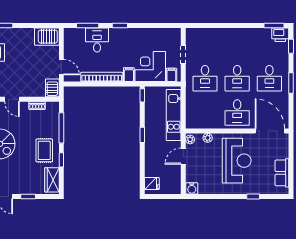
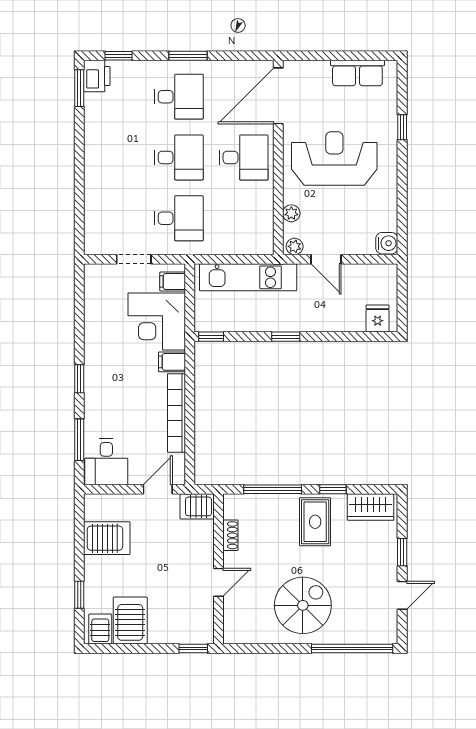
server rack: (47, 37) -> (107, 538), moved, turned -90
desk: (97, 40) -> (106, 462), moved, turned -90
rug: (44, 150) -> (315, 522), turned 90

